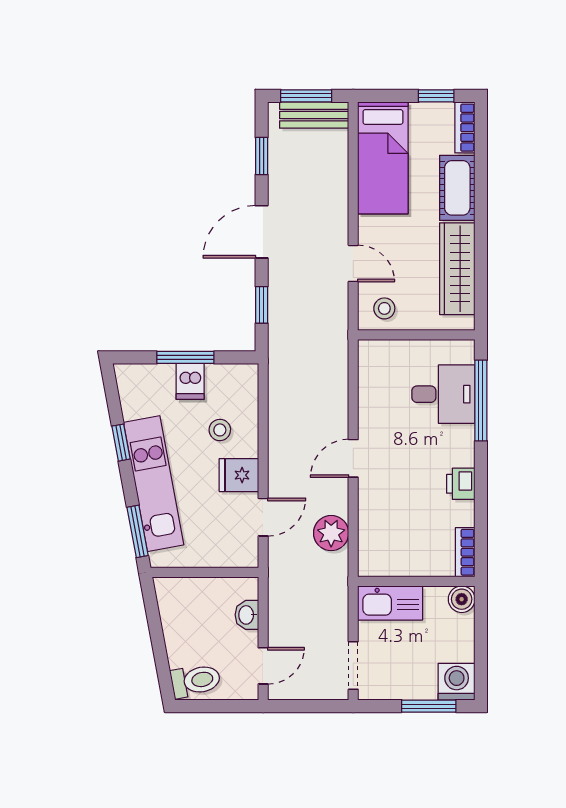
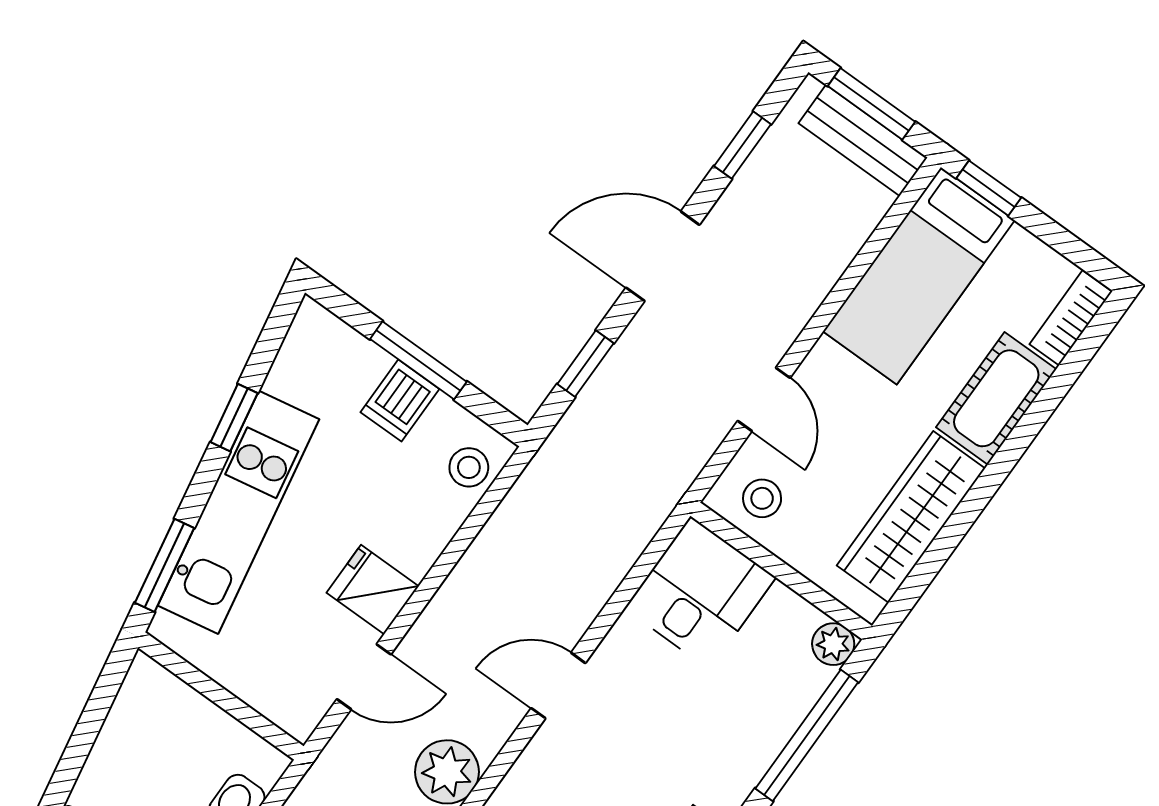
window: (436, 96) -> (989, 188), moved
plant: (463, 351) -> (833, 644), added
desk: (443, 394) -> (700, 593), moved, turned -90
stool: (220, 430) -> (469, 467), moved

